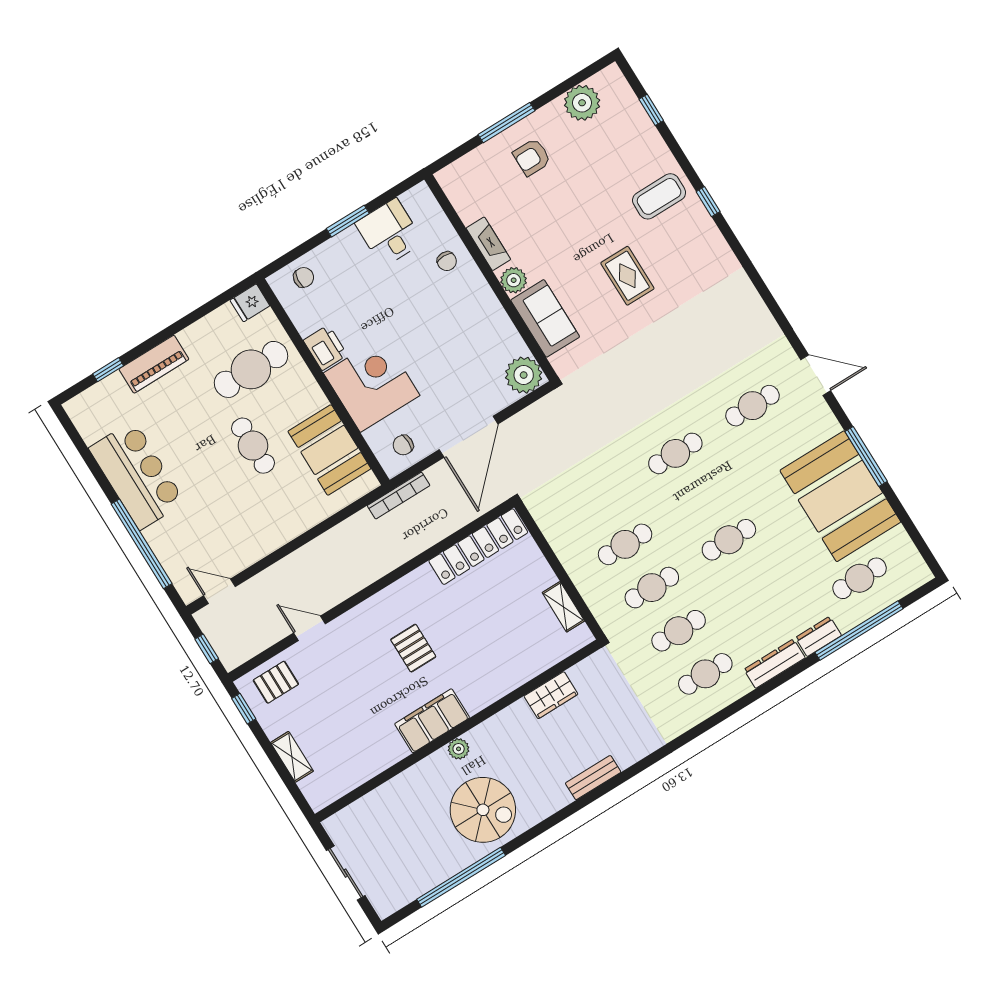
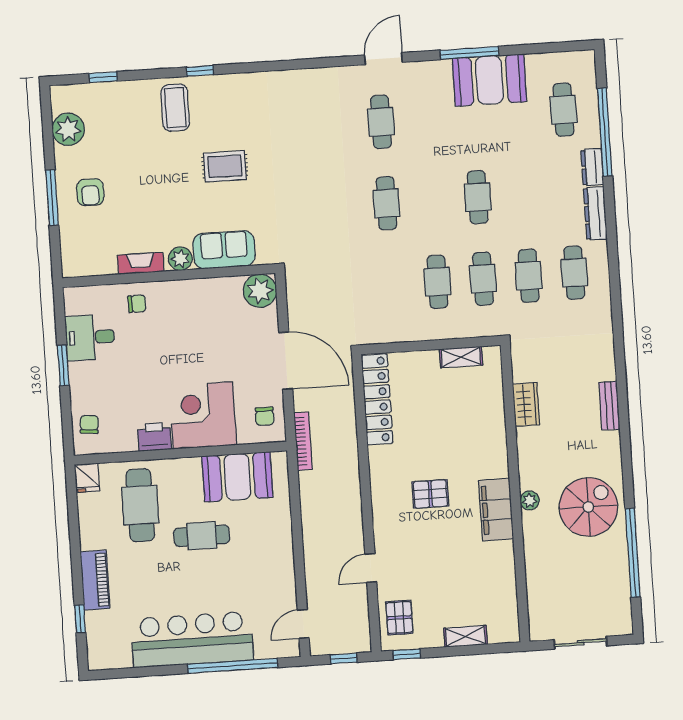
bar counter: (137, 475) -> (192, 639), width x1.36
booth: (840, 496) -> (489, 80), width x0.73, depth x0.70

